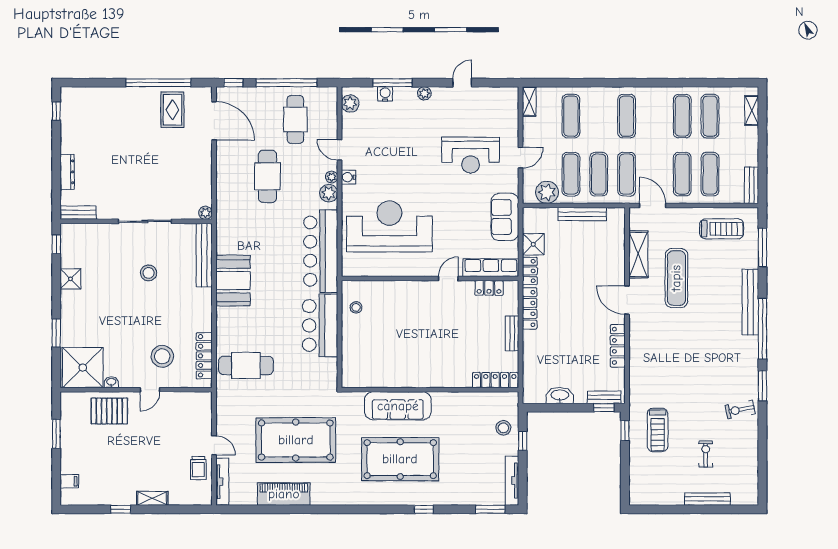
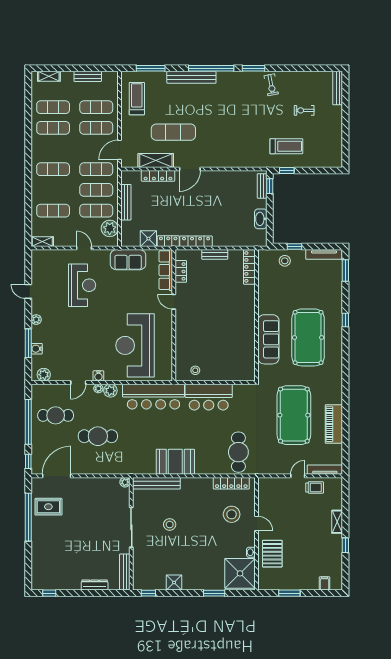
bench: (752, 185) -> (88, 76), moved
bench: (78, 213) -> (125, 572), width x1.36
locker: (618, 346) -> (158, 176), moved
bench: (707, 499) -> (338, 88), moved

